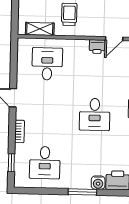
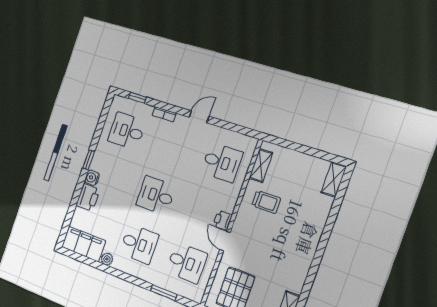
window: (82, 192) -> (89, 160), width x0.67

